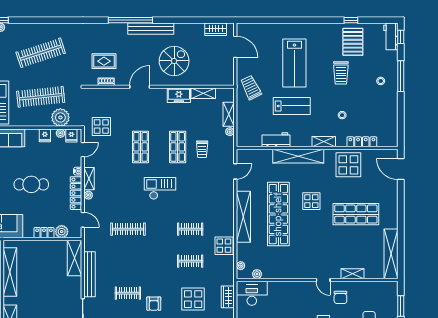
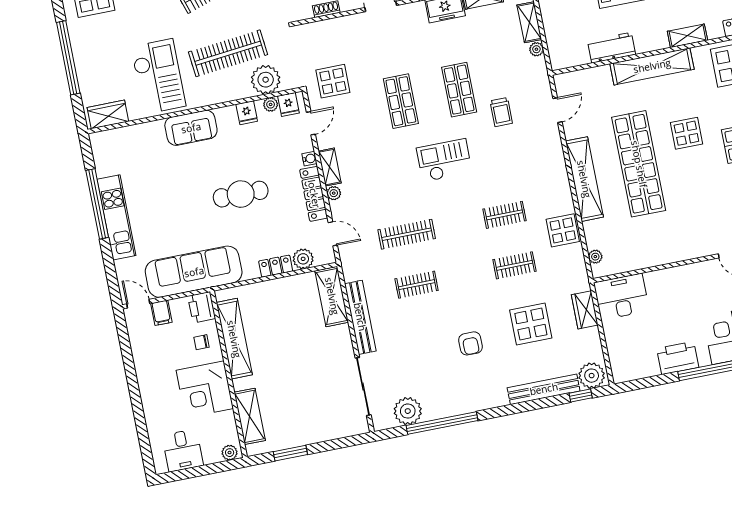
trolley: (202, 149) -> (501, 112), moved
plant: (257, 274) -> (624, 265), removed
clothes rail: (128, 293) -> (417, 285), moved

